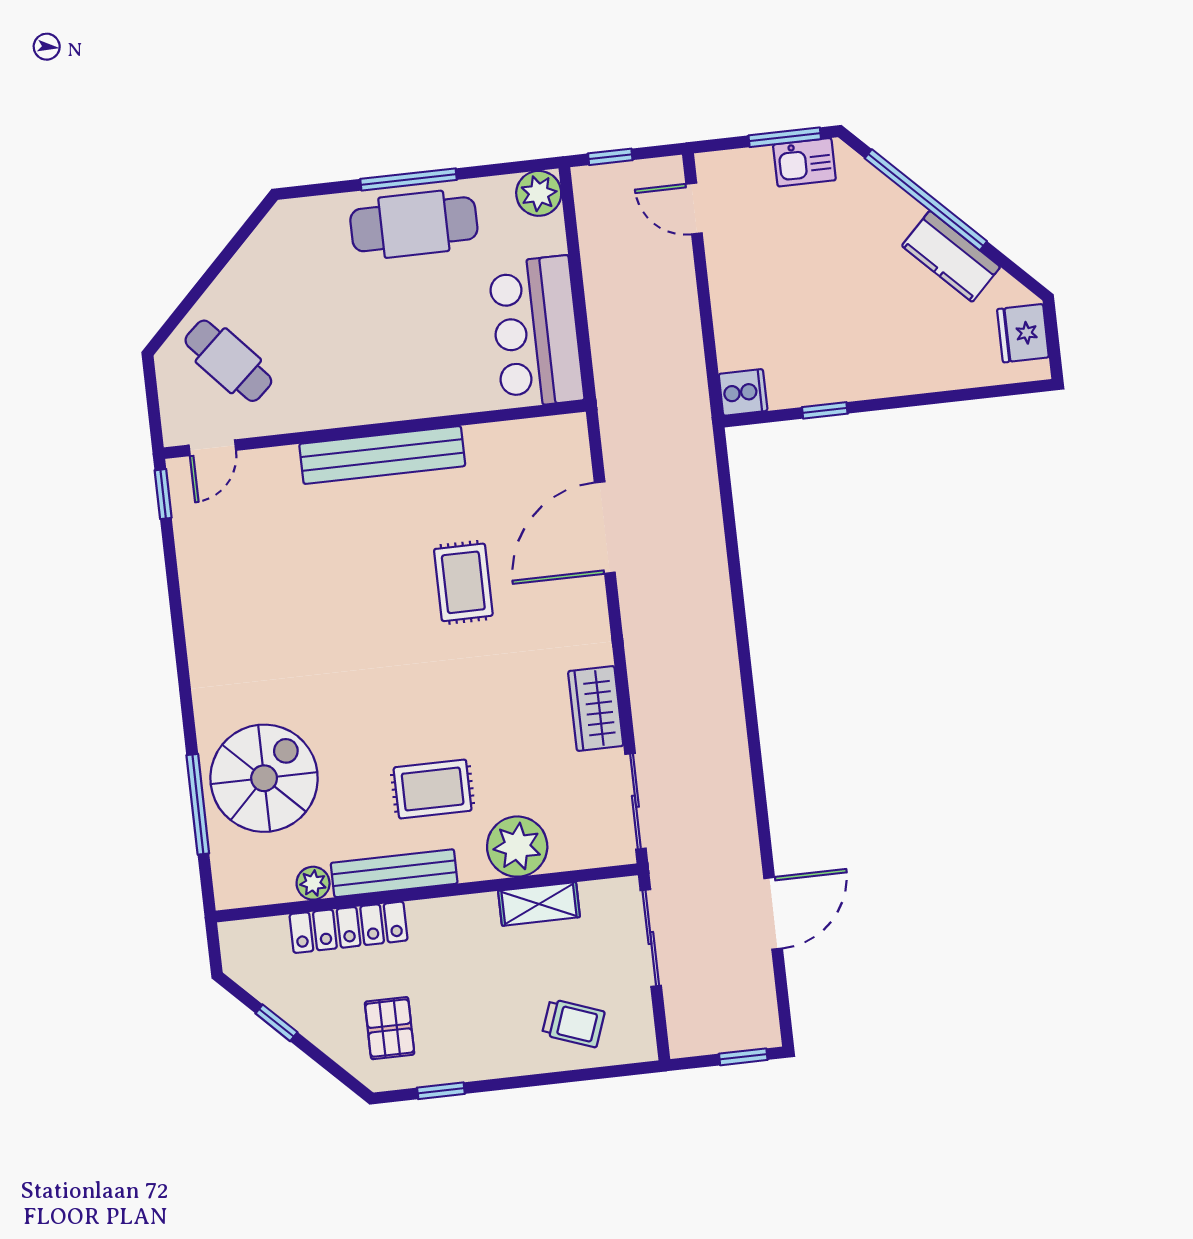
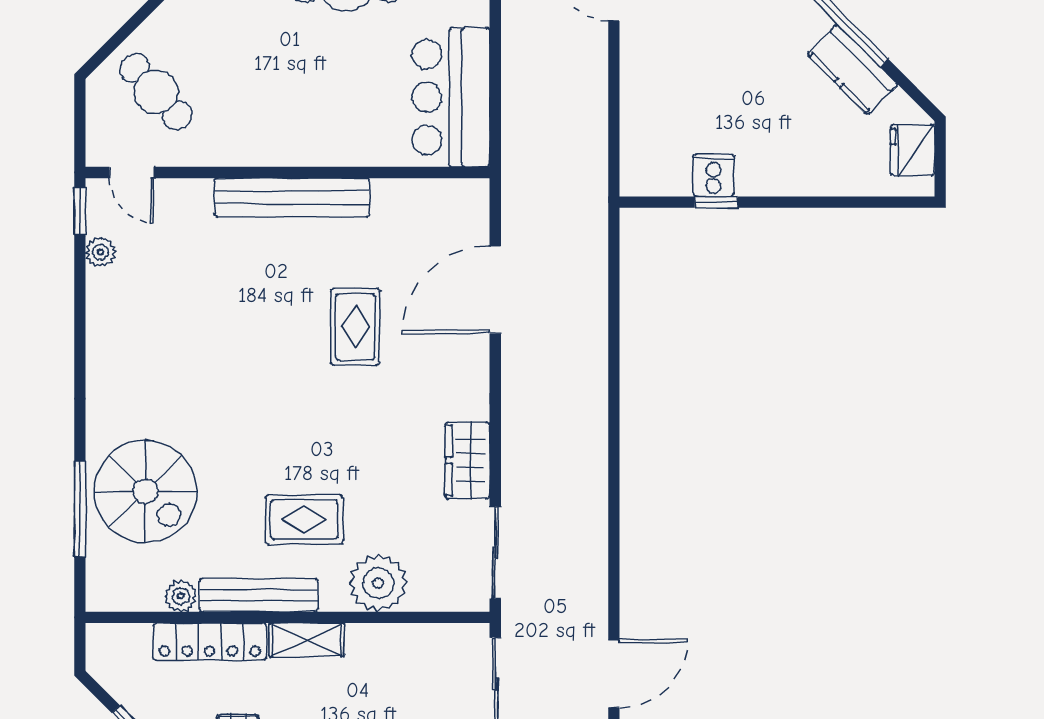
cooker: (743, 392) -> (714, 175), moved, turned -90
door: (212, 448) -> (132, 172), hinge flipped
plant: (189, 534) -> (100, 252), added
spiral stairs: (264, 778) -> (145, 491), turned 90
shelving: (539, 904) -> (307, 640), moved

